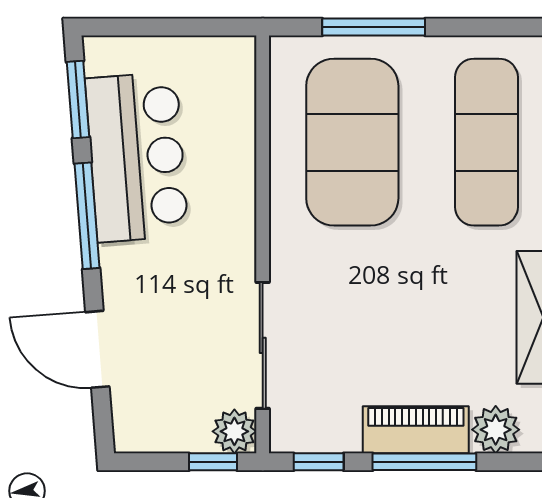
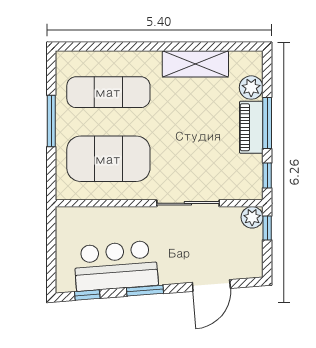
window: (374, 27) -> (51, 121), moved
window: (78, 100) -> (87, 295), width x0.67
window: (87, 216) -> (145, 291), width x0.69
sliding door: (263, 345) -> (188, 203), moved

